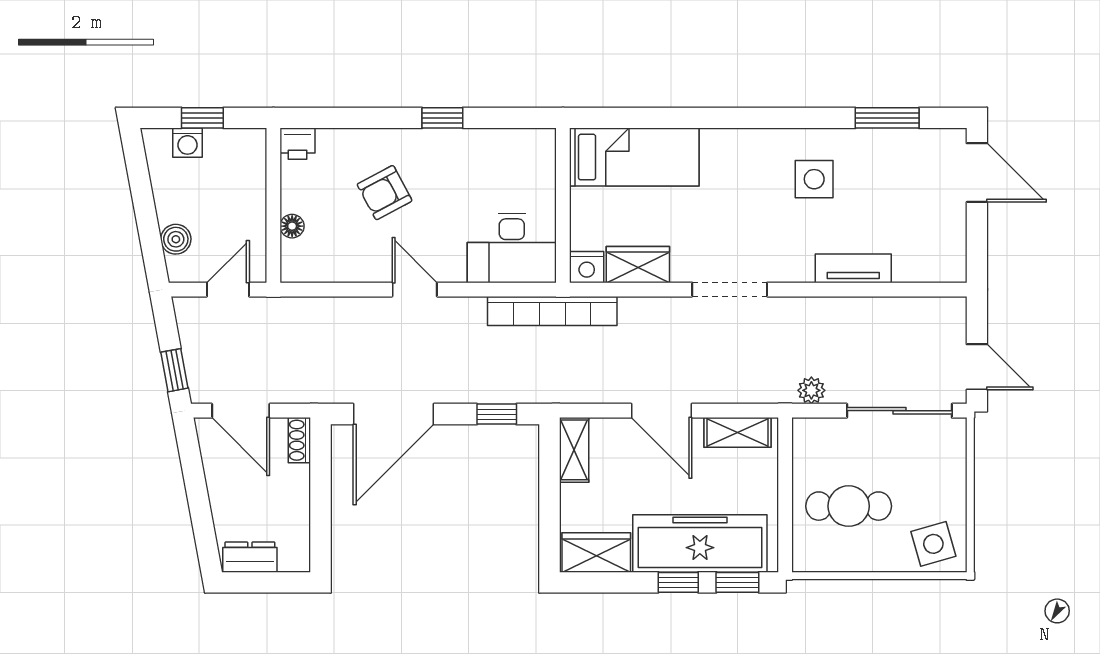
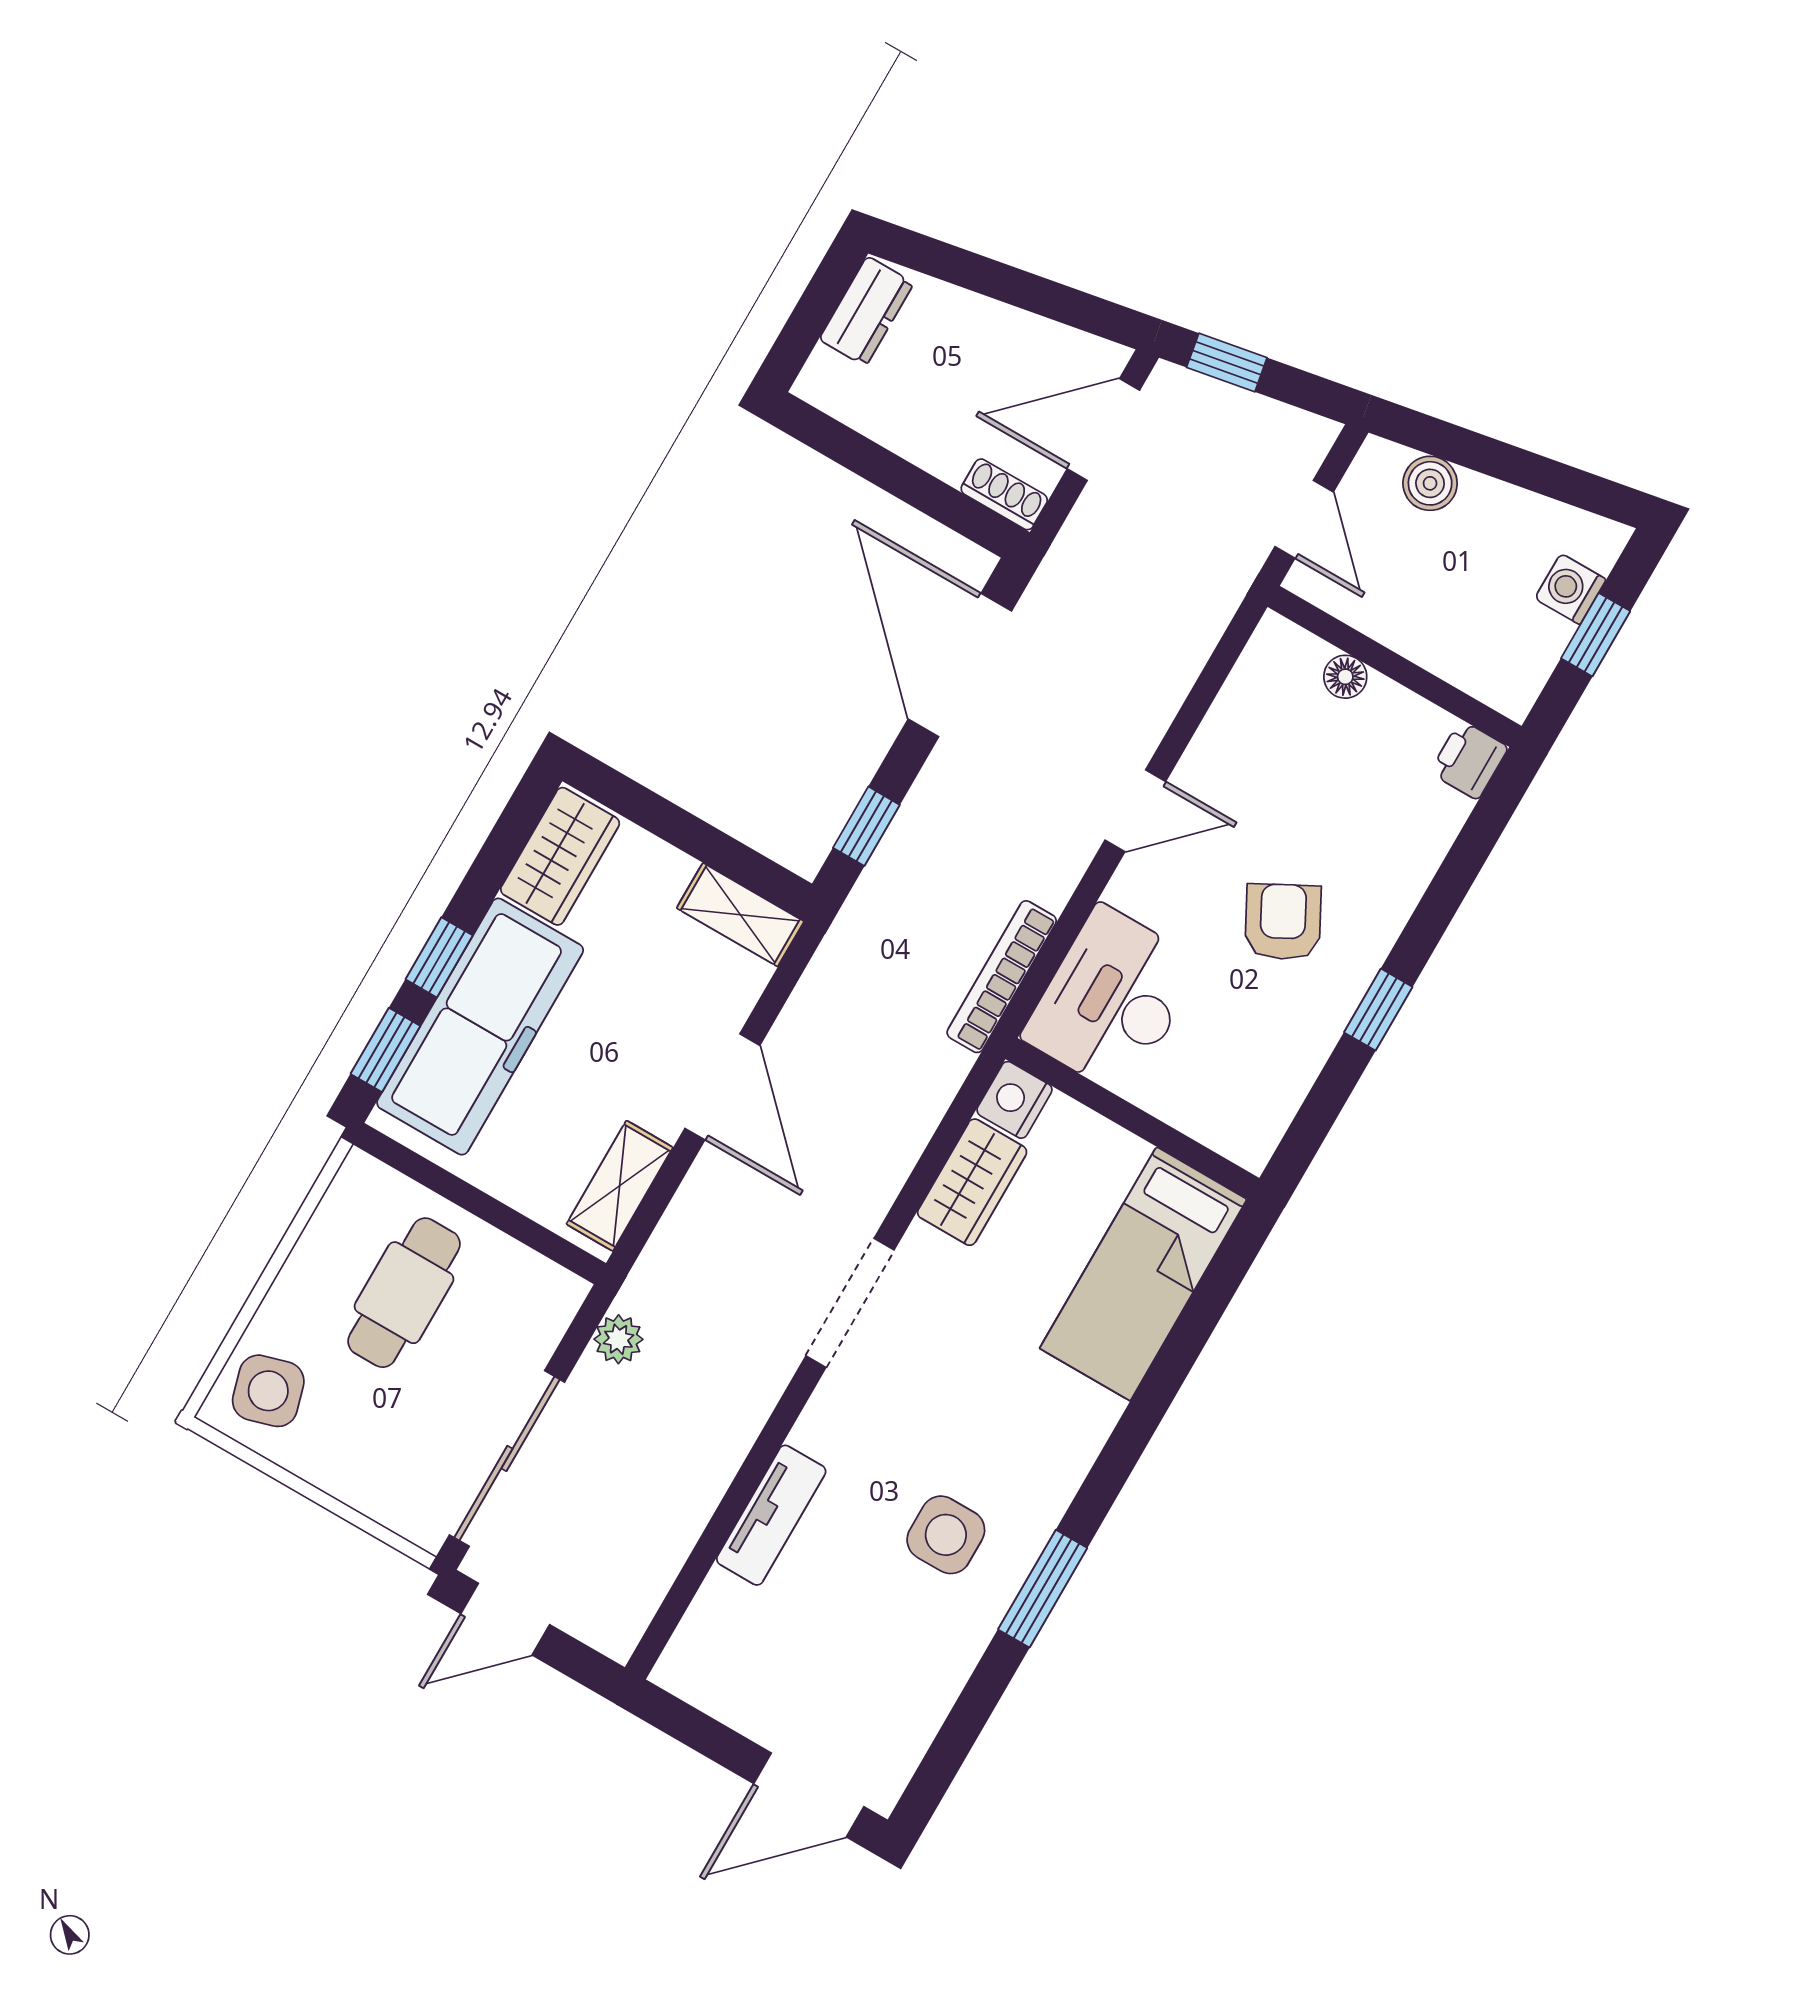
window: (887, 118) -> (1043, 1589), moved
armchair: (385, 193) -> (1283, 922), moved
bookcase: (552, 311) -> (1002, 977), width x0.68, depth x0.76
door: (662, 411) -> (722, 1087), swing flipped

